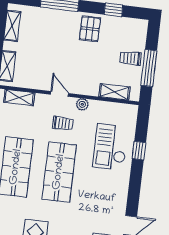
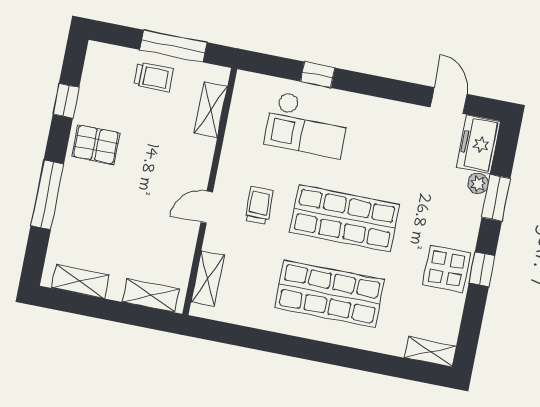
trolley: (131, 58) -> (154, 77), turned -88
plant: (82, 104) -> (228, 168), removed

